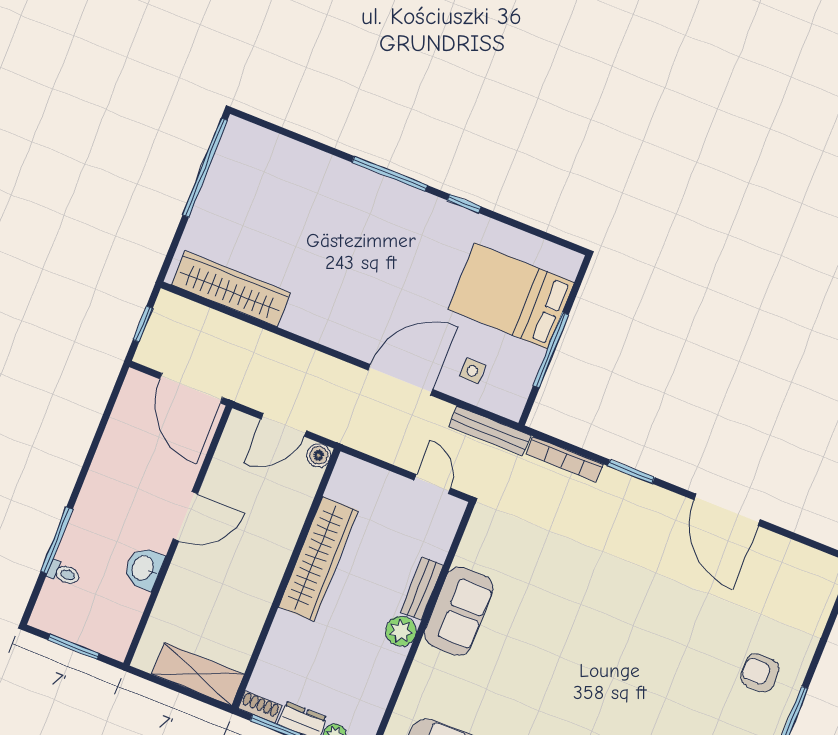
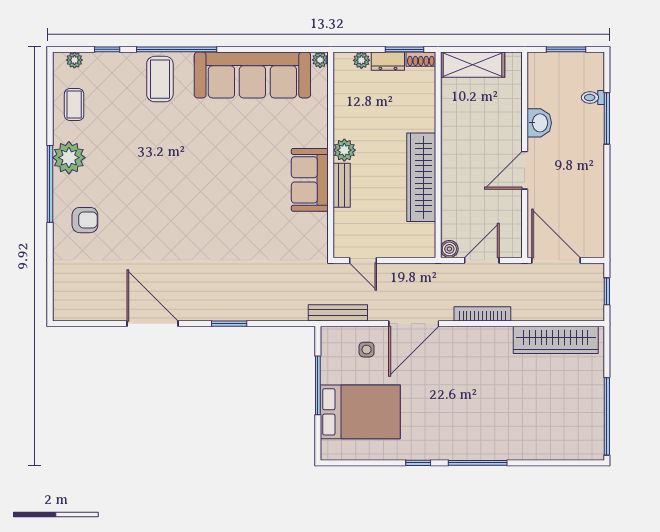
bookcase: (565, 459) -> (482, 314), moved

